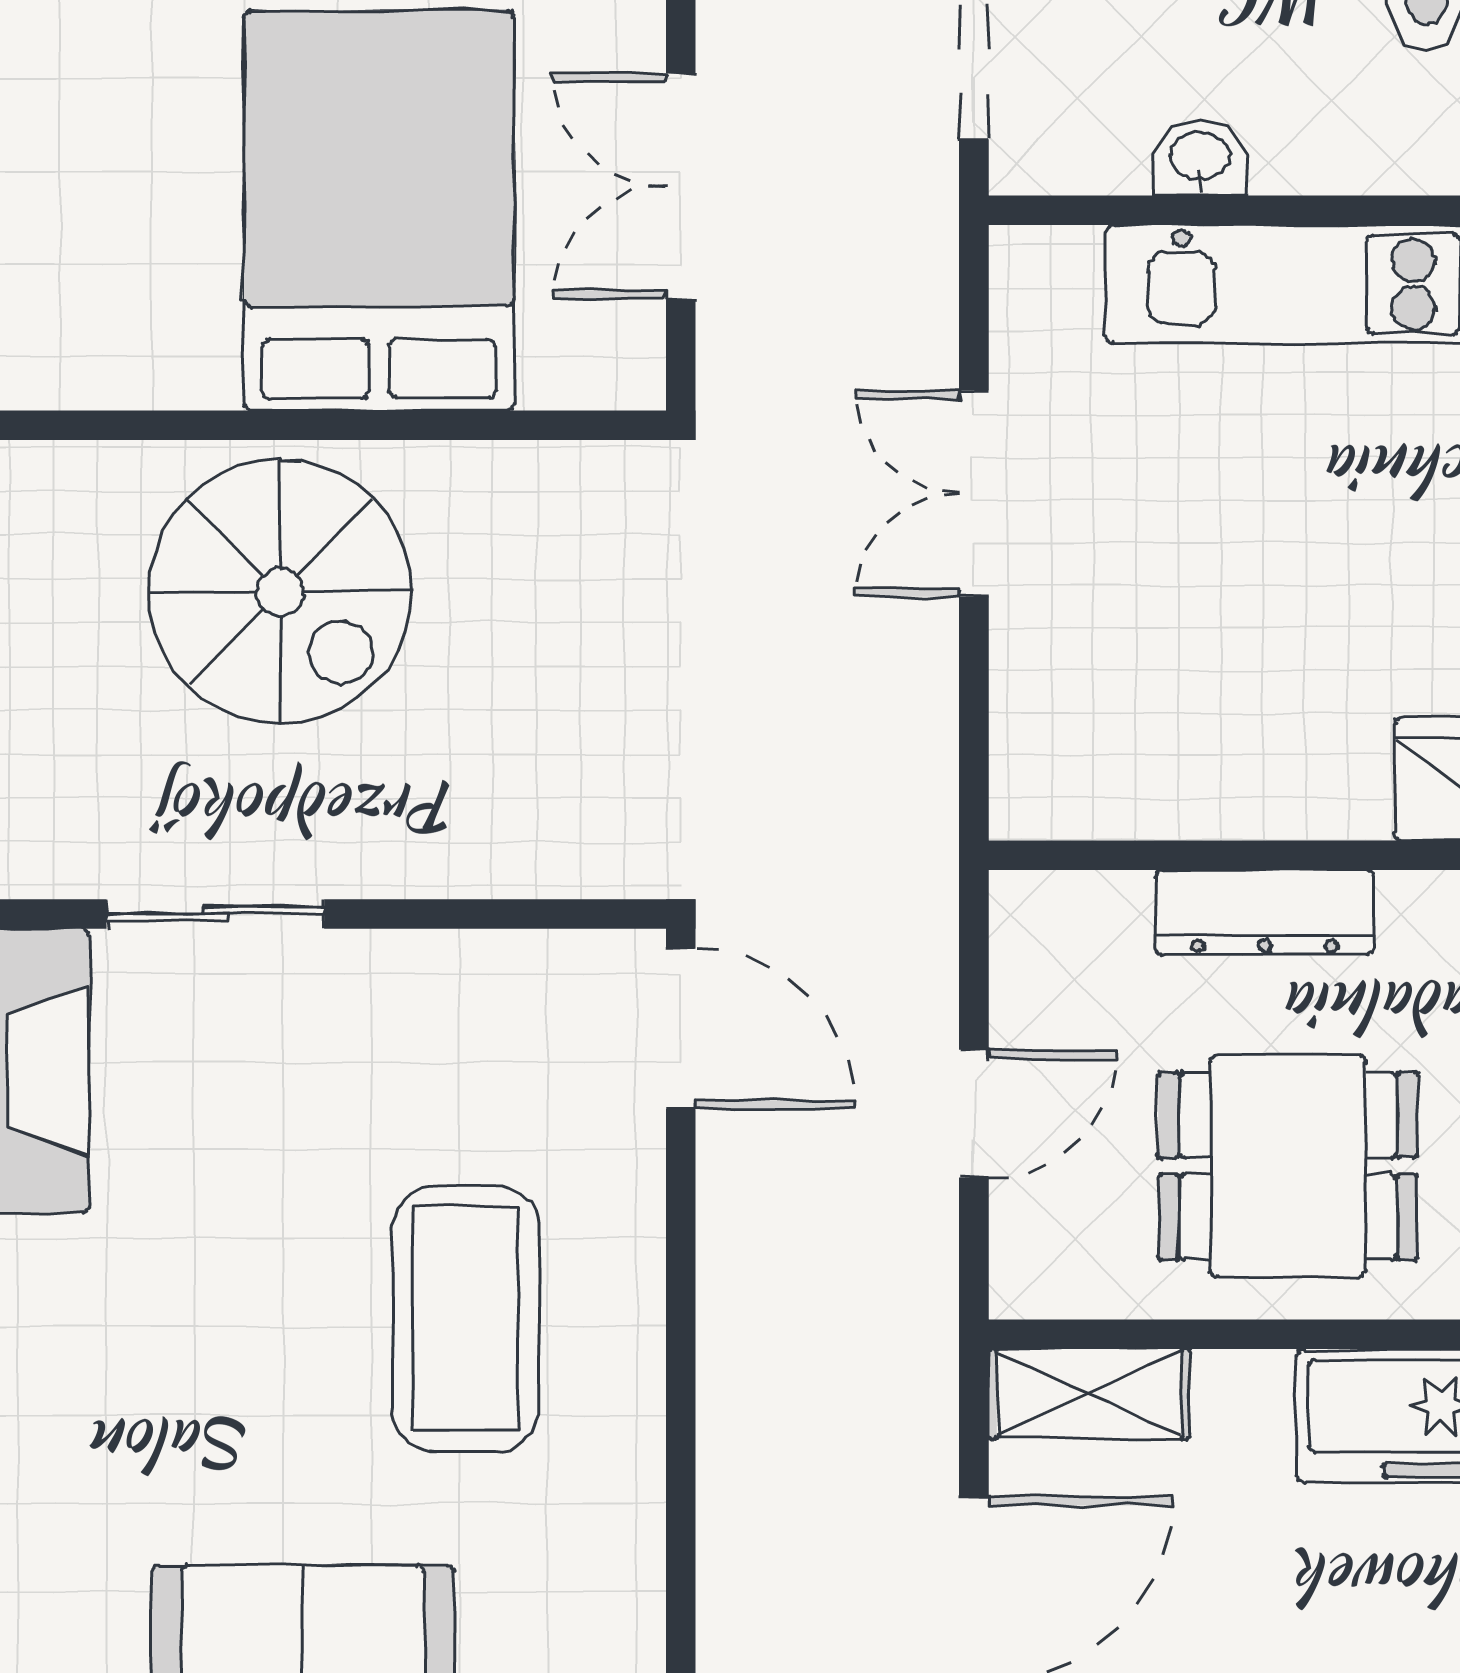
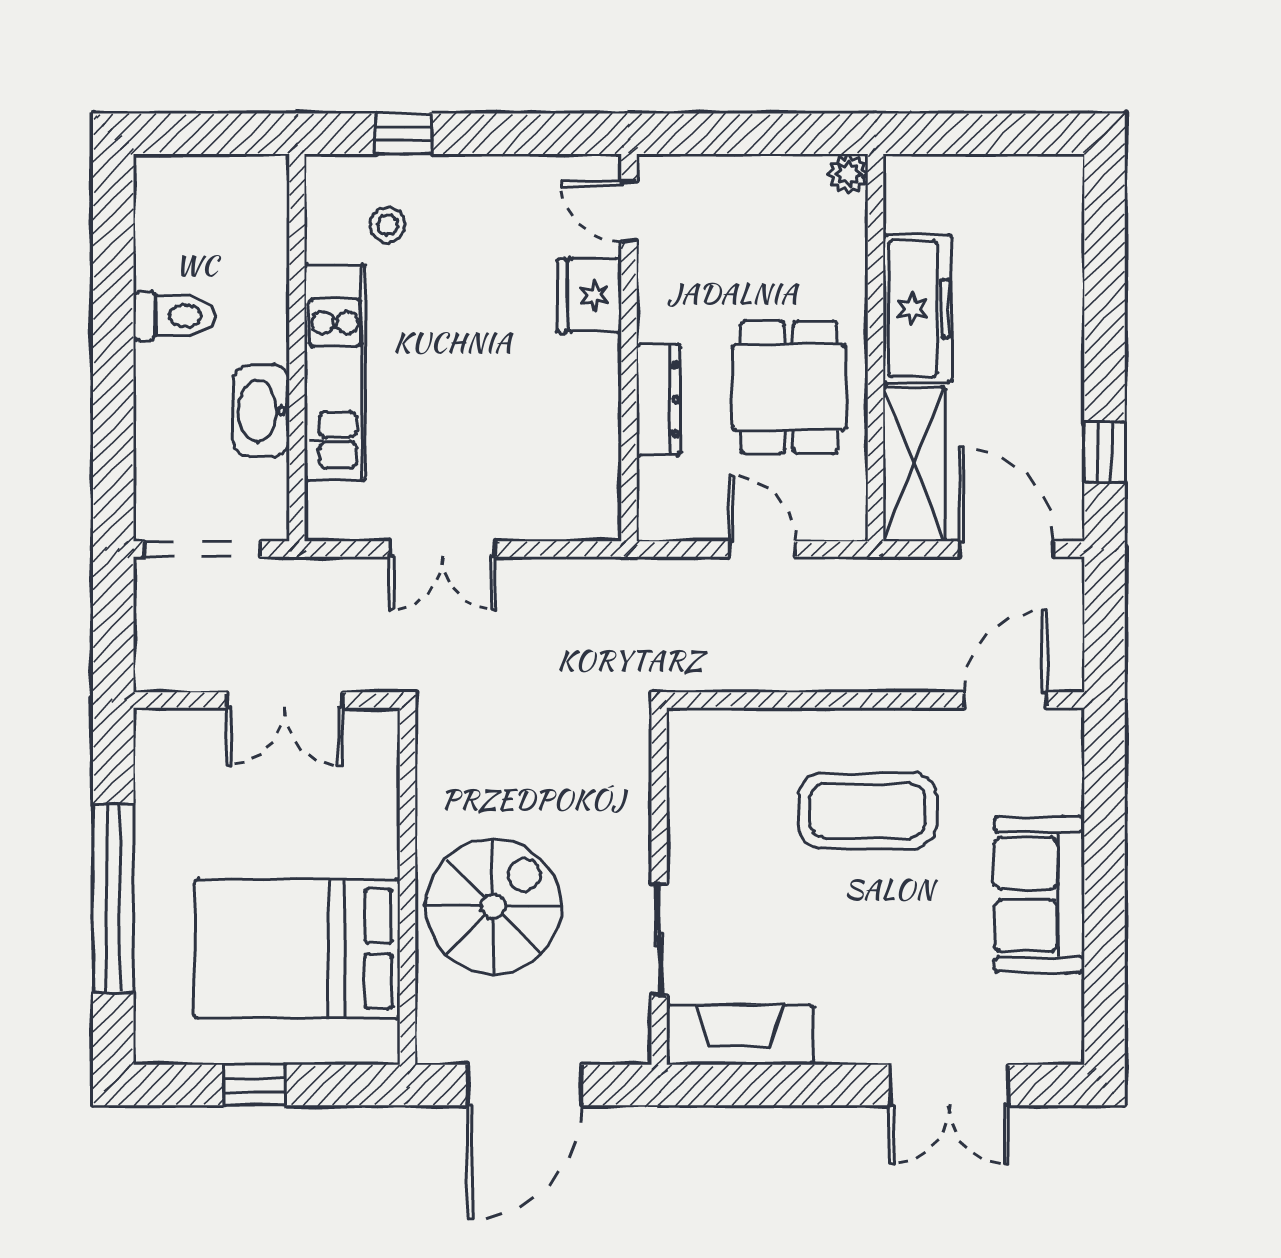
washbasin: (1200, 158) -> (261, 411), width x1.91, depth x1.45
bed: (379, 211) -> (297, 949), moved
door: (681, 1029) -> (1005, 700), moved
shelving: (1089, 1394) -> (914, 464), width x1.50, depth x1.33

